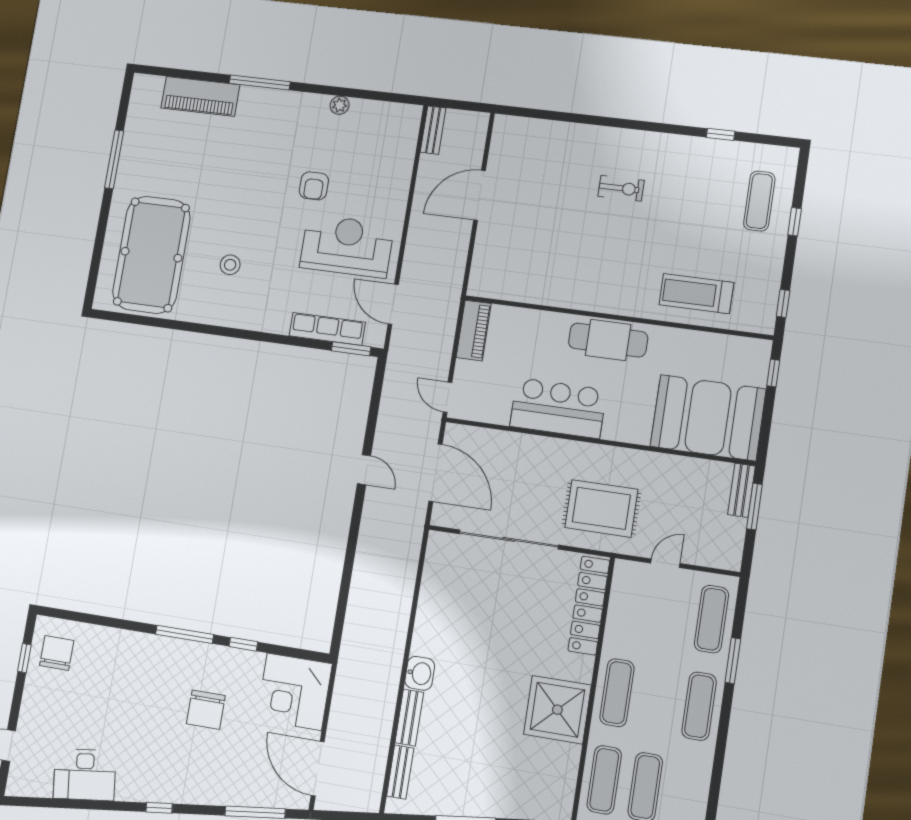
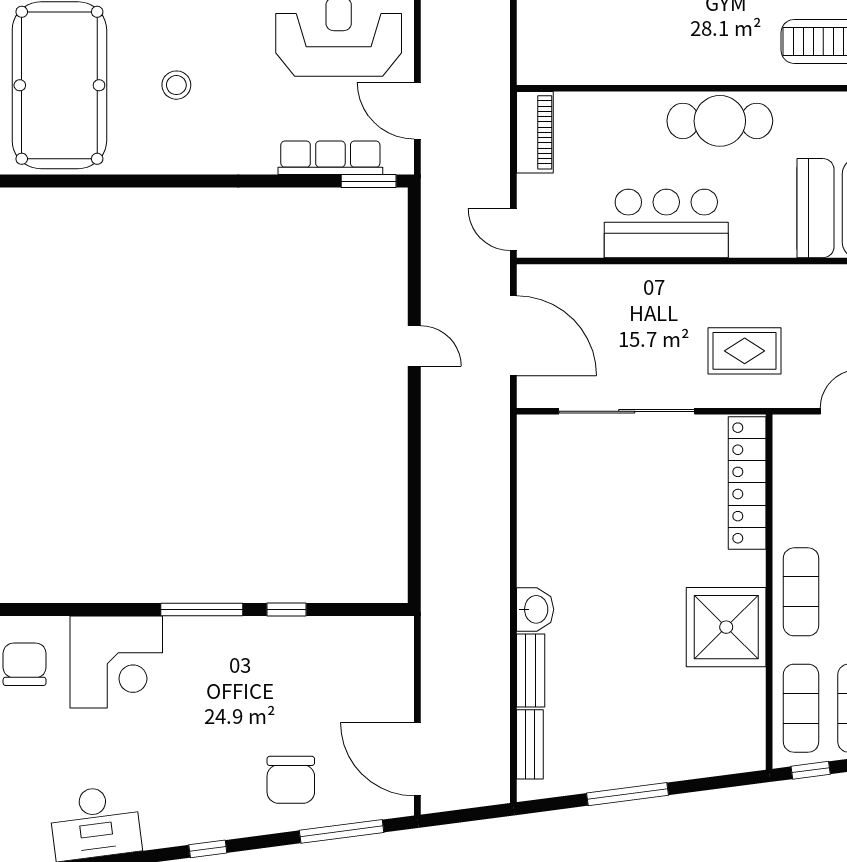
rug: (601, 508) -> (745, 351), width x0.73, depth x0.70
corner desk: (294, 692) -> (116, 662), moved, turned -90
chair: (206, 710) -> (291, 780), moved

